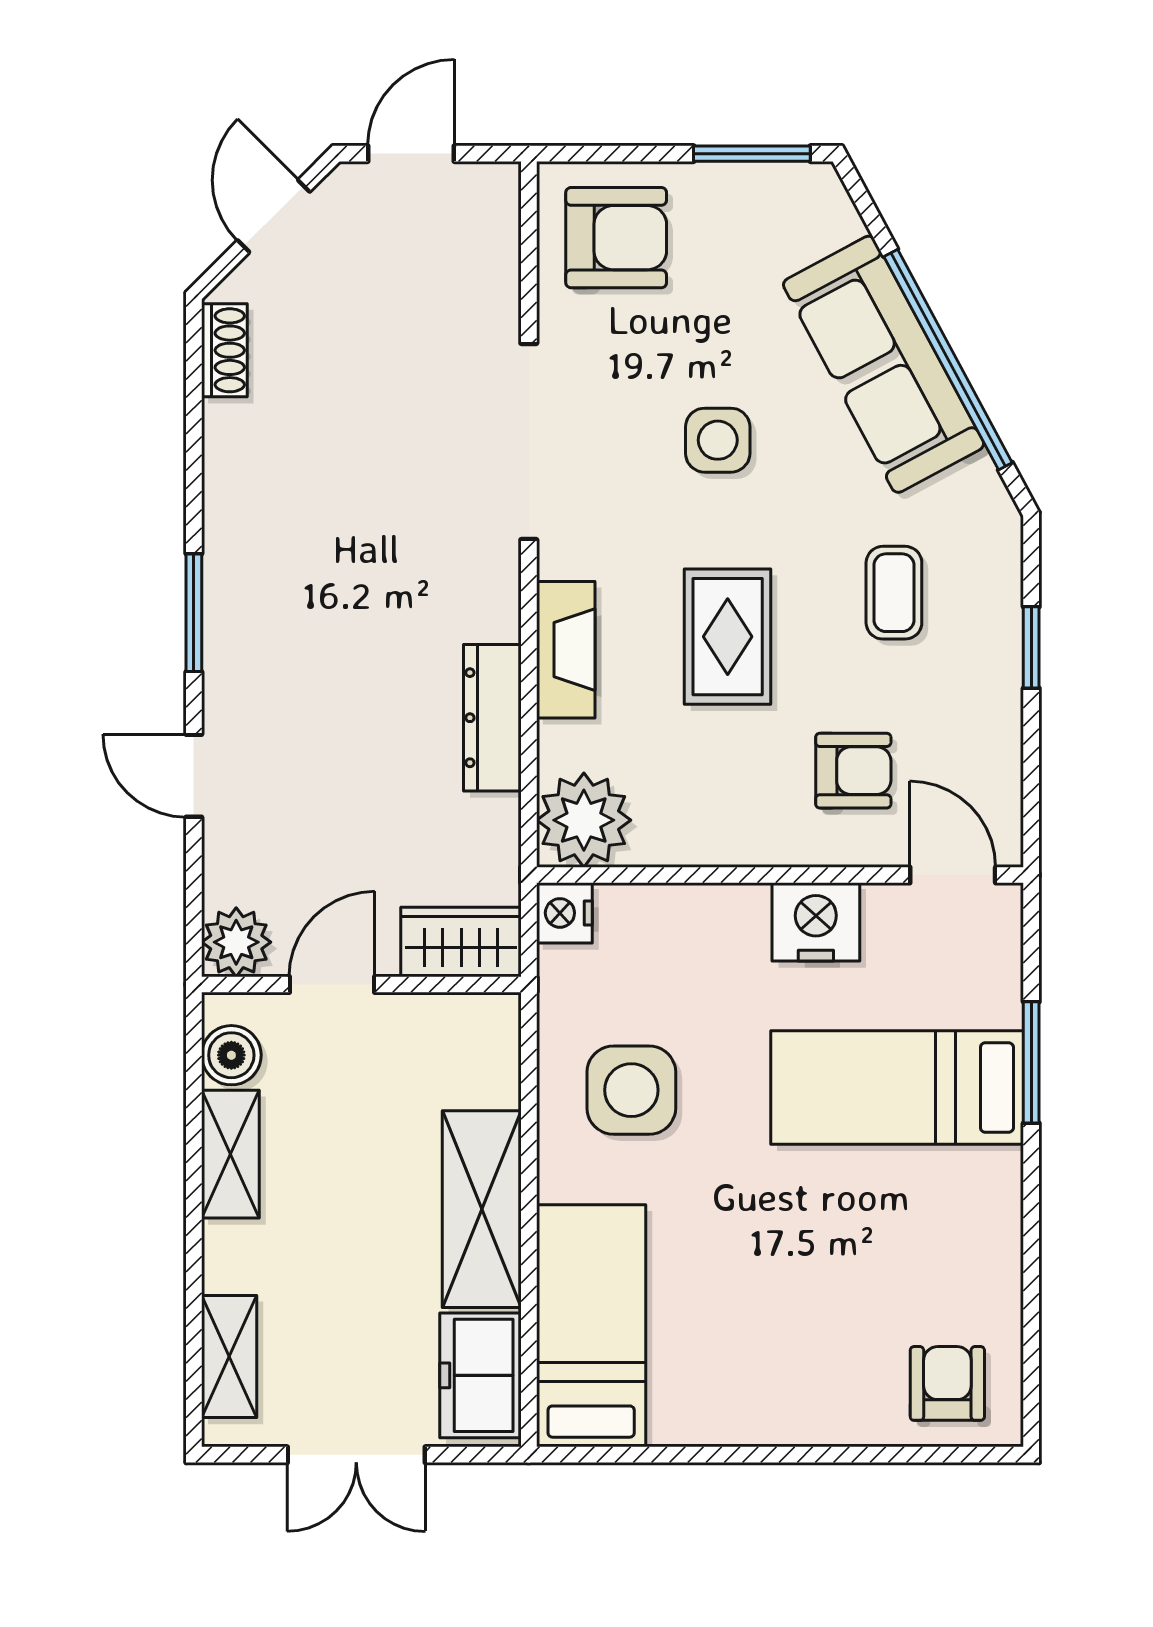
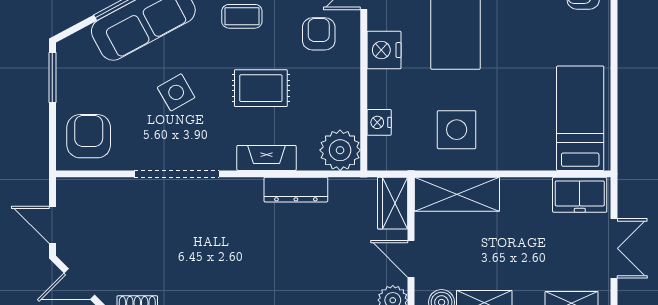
side table: (718, 440) -> (176, 92), turned -30
nightstand: (564, 913) -> (379, 122), moved, turned 90
shelving: (482, 1209) -> (457, 194), moved
bed: (591, 1326) -> (580, 118), moved, turned 90

